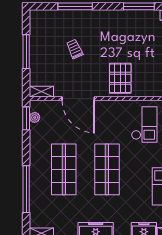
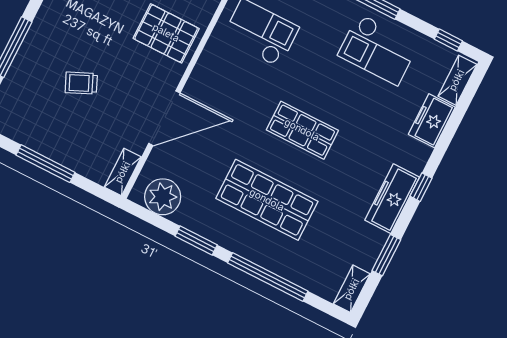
plant: (35, 117) -> (163, 197), width x1.87, depth x1.87
window: (26, 118) -> (196, 240), moved
shop shelf: (107, 169) -> (302, 130), width x0.70, depth x0.74

